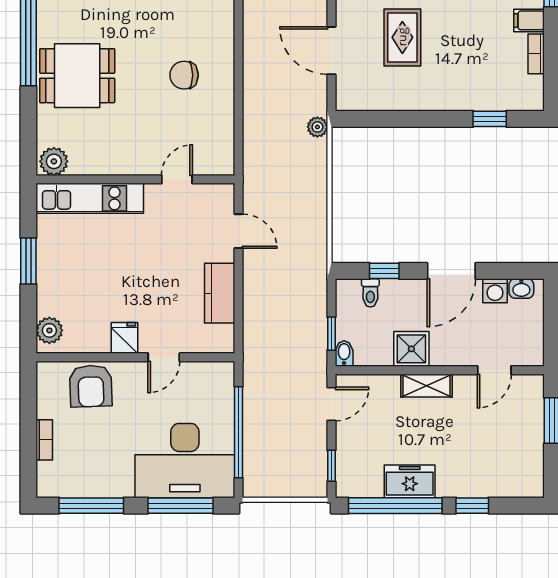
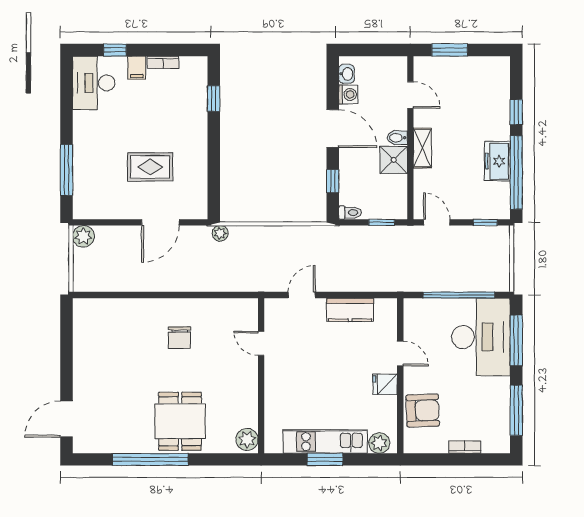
kitchen unit: (90, 198) -> (325, 442), moved, turned -90
toilet: (370, 293) -> (350, 213), moved
bidet: (344, 353) -> (397, 138), moved

